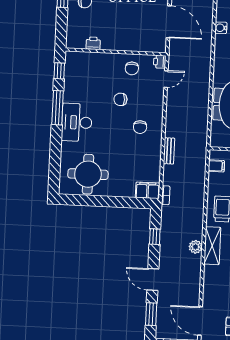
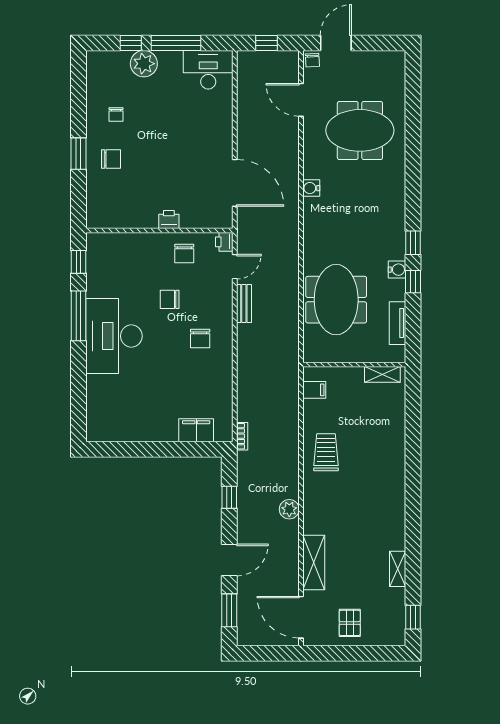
printer: (93, 43) -> (169, 219), moved
desk: (77, 122) -> (114, 336), width x1.36, depth x1.30
bench: (169, 151) -> (244, 304), moved
round table: (88, 174) -> (127, 411), removed
filing cabinet: (148, 190) -> (196, 430), moved
shelving: (212, 246) -> (314, 562), moved
door: (153, 280) -> (229, 560), swing flipped

